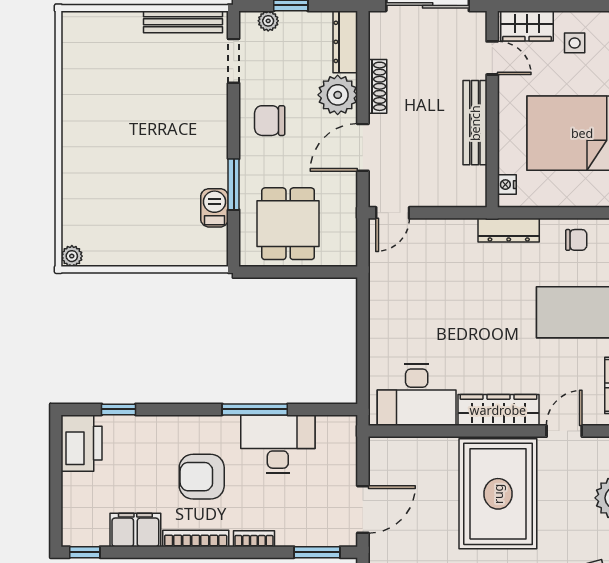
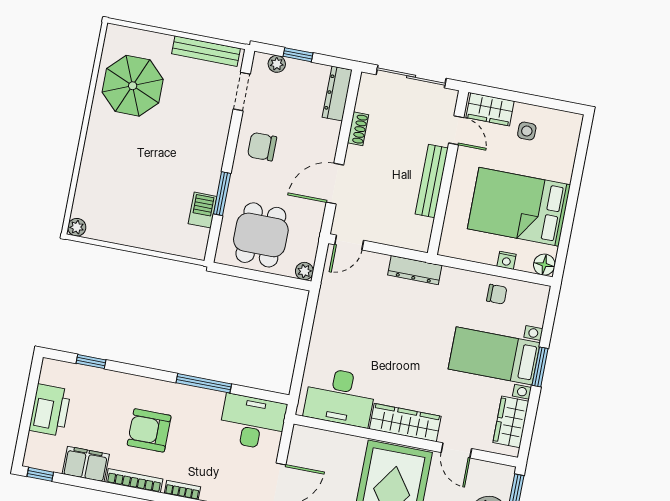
parasol: (105, 79) -> (133, 86), added
shoe rack: (377, 86) -> (358, 129), width x0.70
plant: (338, 95) -> (304, 271), moved, width x0.53, depth x0.53
nightstand: (507, 185) -> (507, 260), moved, turned -90
dresser: (509, 230) -> (415, 270), moved
door: (564, 431) -> (456, 450), swing flipped
printer: (82, 443) -> (50, 410), moved
desk: (278, 444) -> (253, 422), moved

